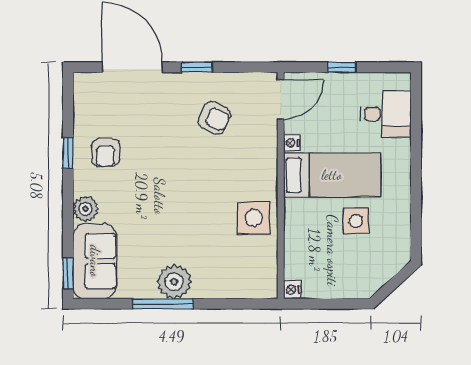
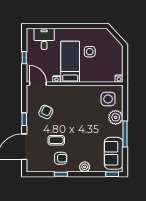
coffee table: (148, 142) -> (56, 140), added
side table: (254, 218) -> (108, 99), moved
sofa: (95, 261) -> (114, 153), moved, turned -90
plant: (174, 282) -> (116, 117), moved

